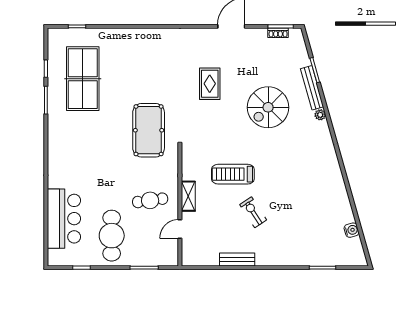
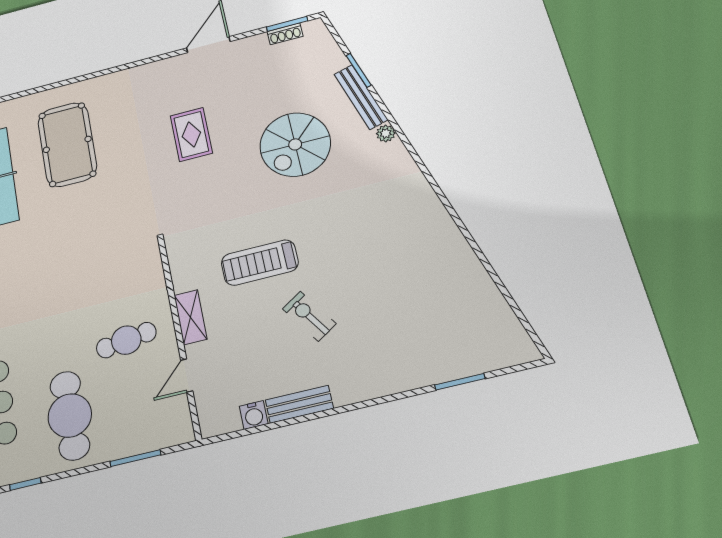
pool table: (149, 130) -> (67, 144), moved
water cooler: (352, 230) -> (254, 415), moved, turned 106

